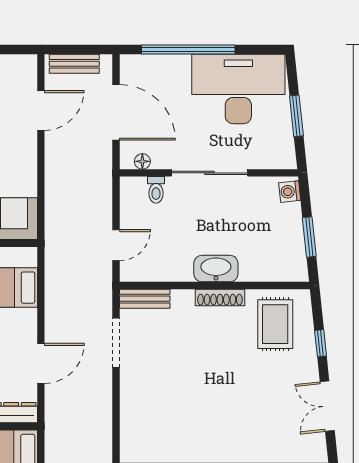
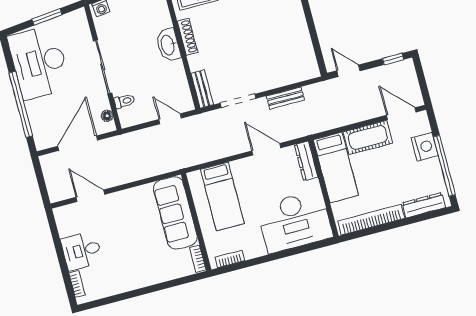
bench: (74, 64) -> (285, 98), moved, turned 90

